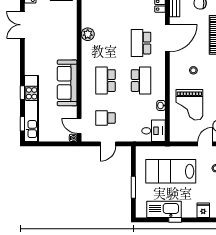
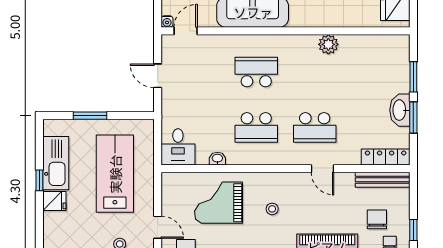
door: (167, 38) -> (322, 169), width x0.53
school desk: (141, 43) -> (315, 127), turned 180
school desk: (105, 118) -> (198, 72), removed
fridge: (203, 210) -> (54, 201), moved

